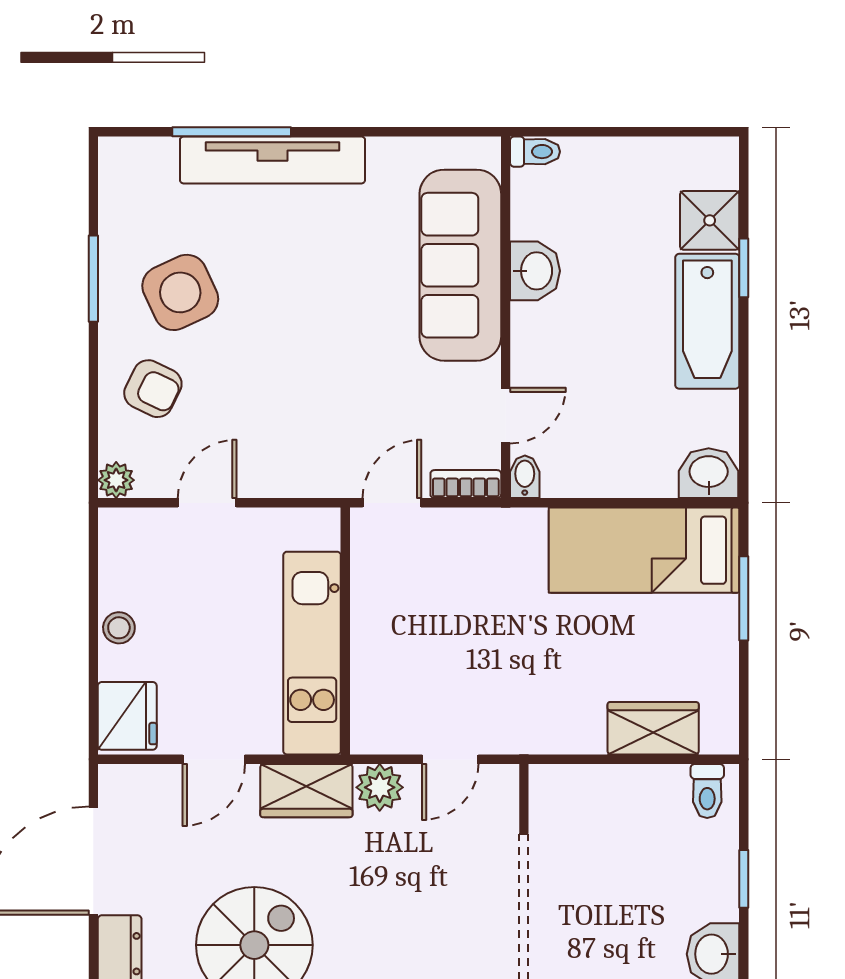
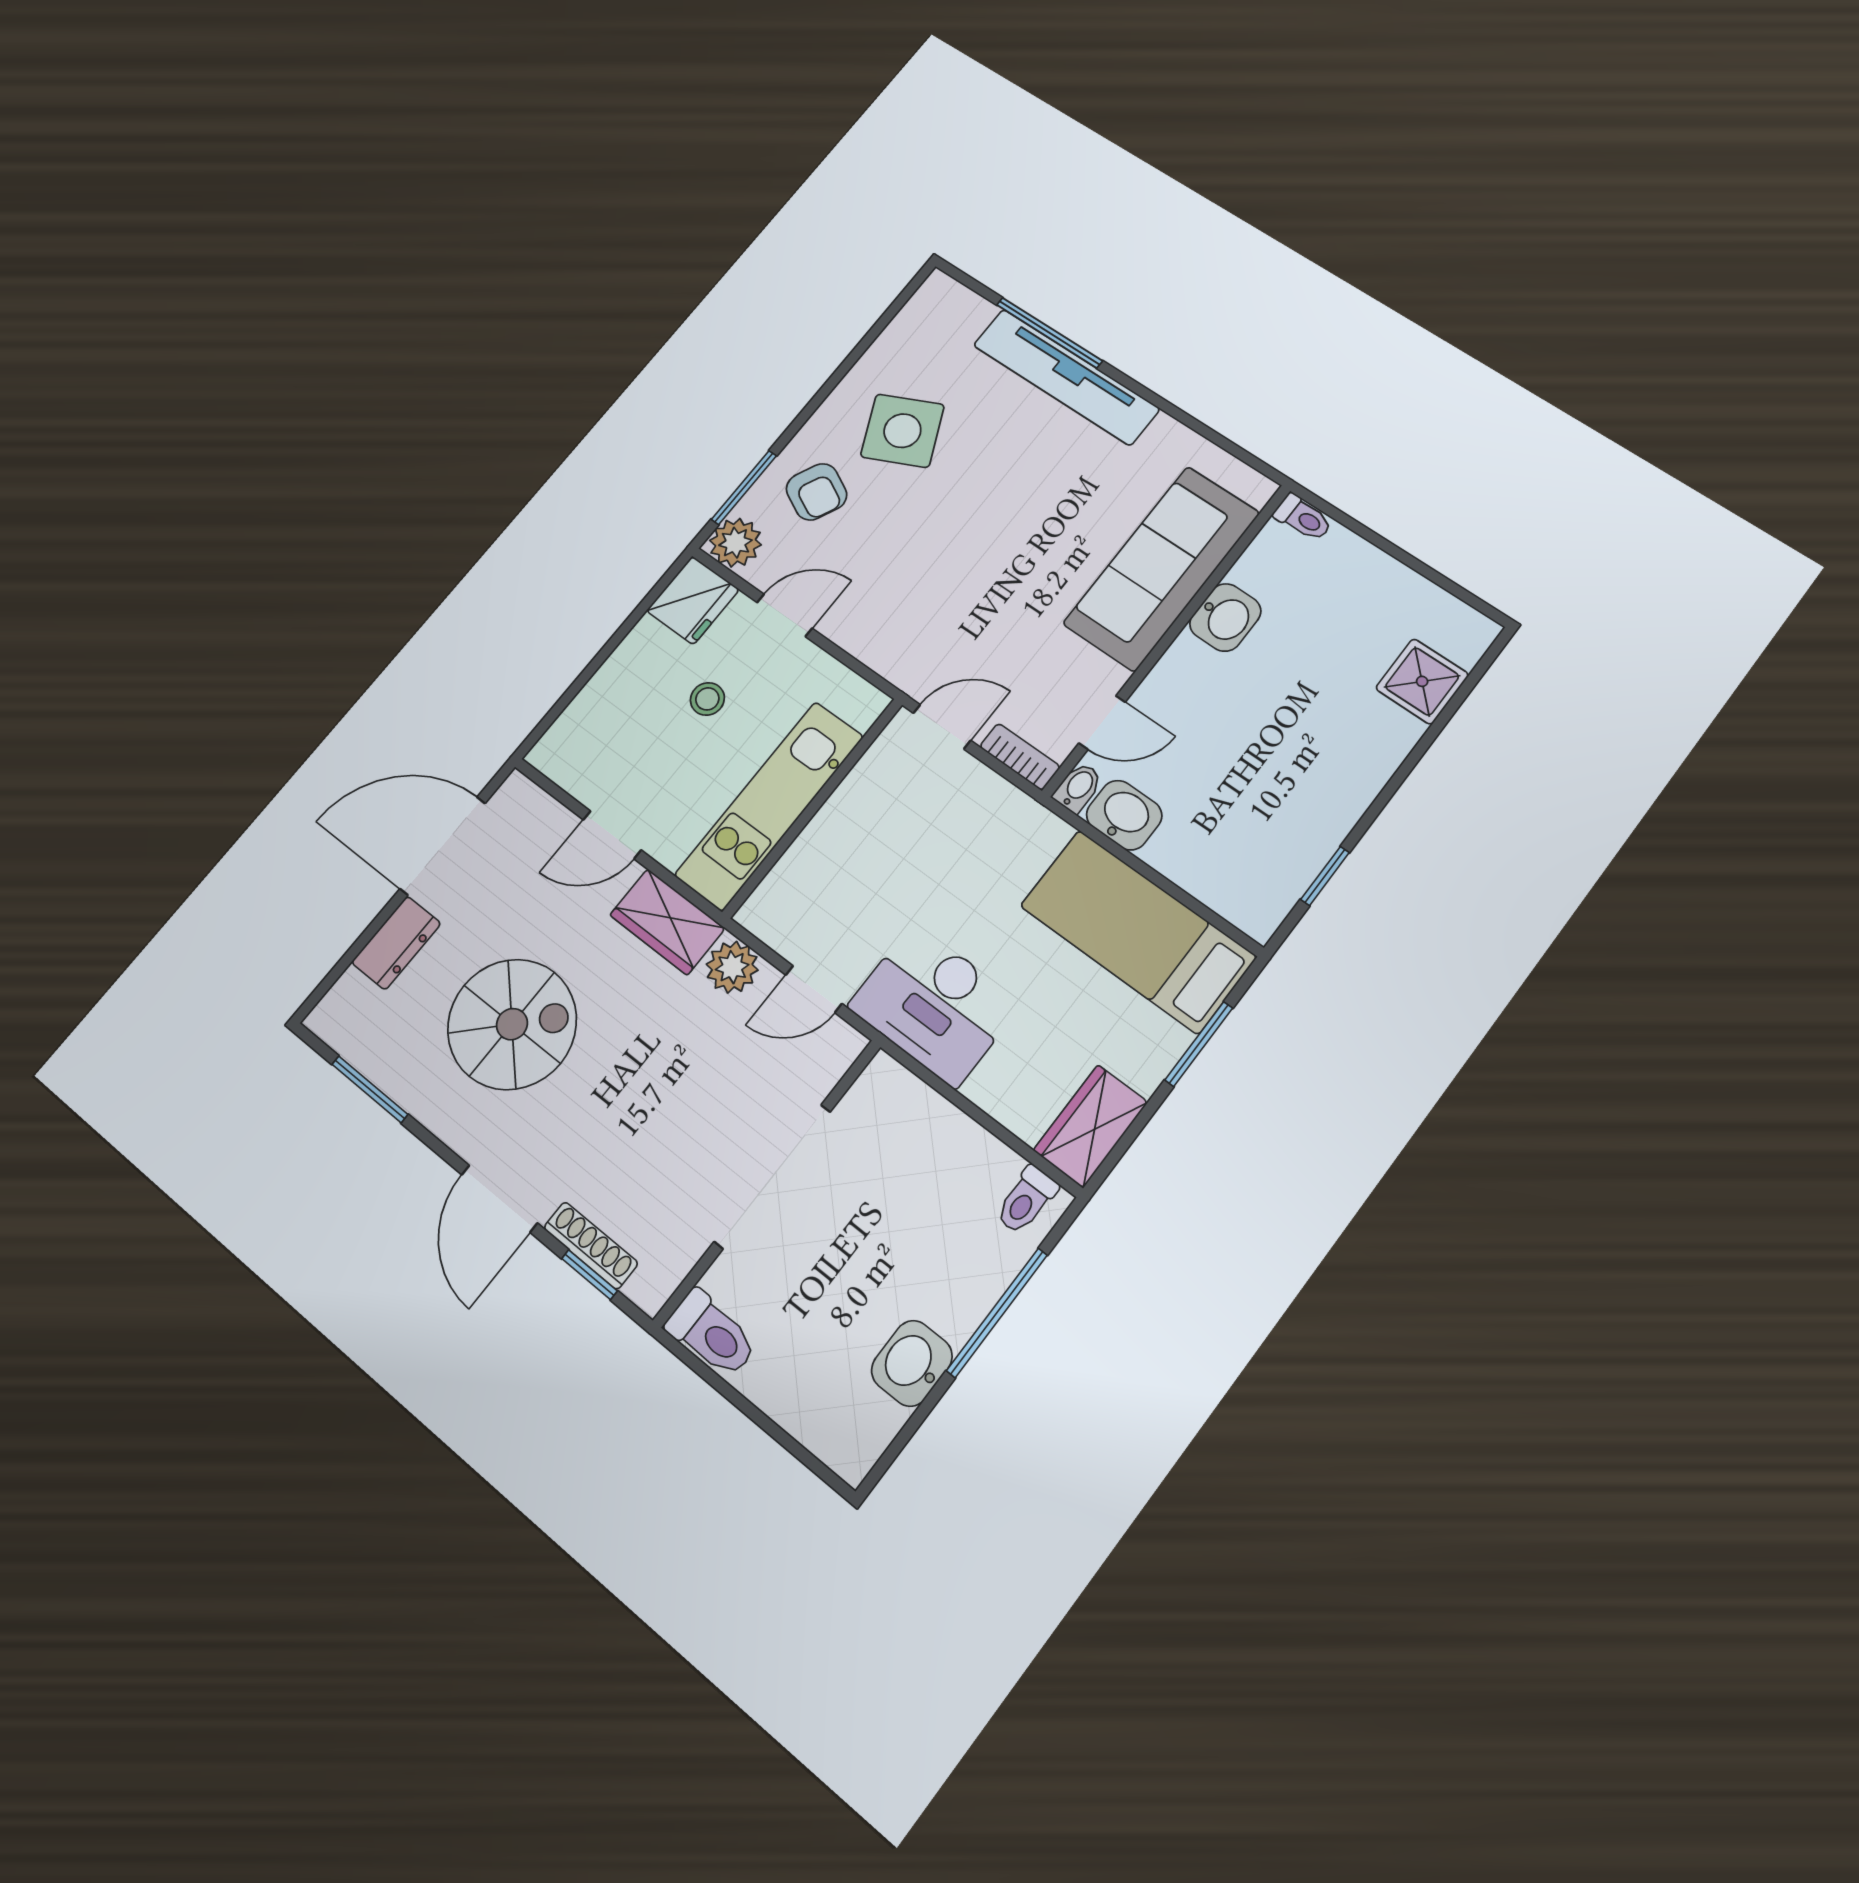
window: (744, 268) -> (1325, 876), moved
window: (93, 279) -> (744, 487), moved
bathtub: (707, 321) -> (1353, 768), removed
washbasin: (709, 473) -> (1124, 815), moved
plant: (116, 480) -> (735, 543), width x1.38, depth x1.38
stool: (119, 628) -> (707, 699), moved
desk: (543, 707) -> (934, 1005), added
fridge: (127, 716) -> (693, 600), moved
wardrobe: (653, 728) -> (1091, 1126), moved, turned -90
window: (744, 879) -> (997, 1313), width x2.17

